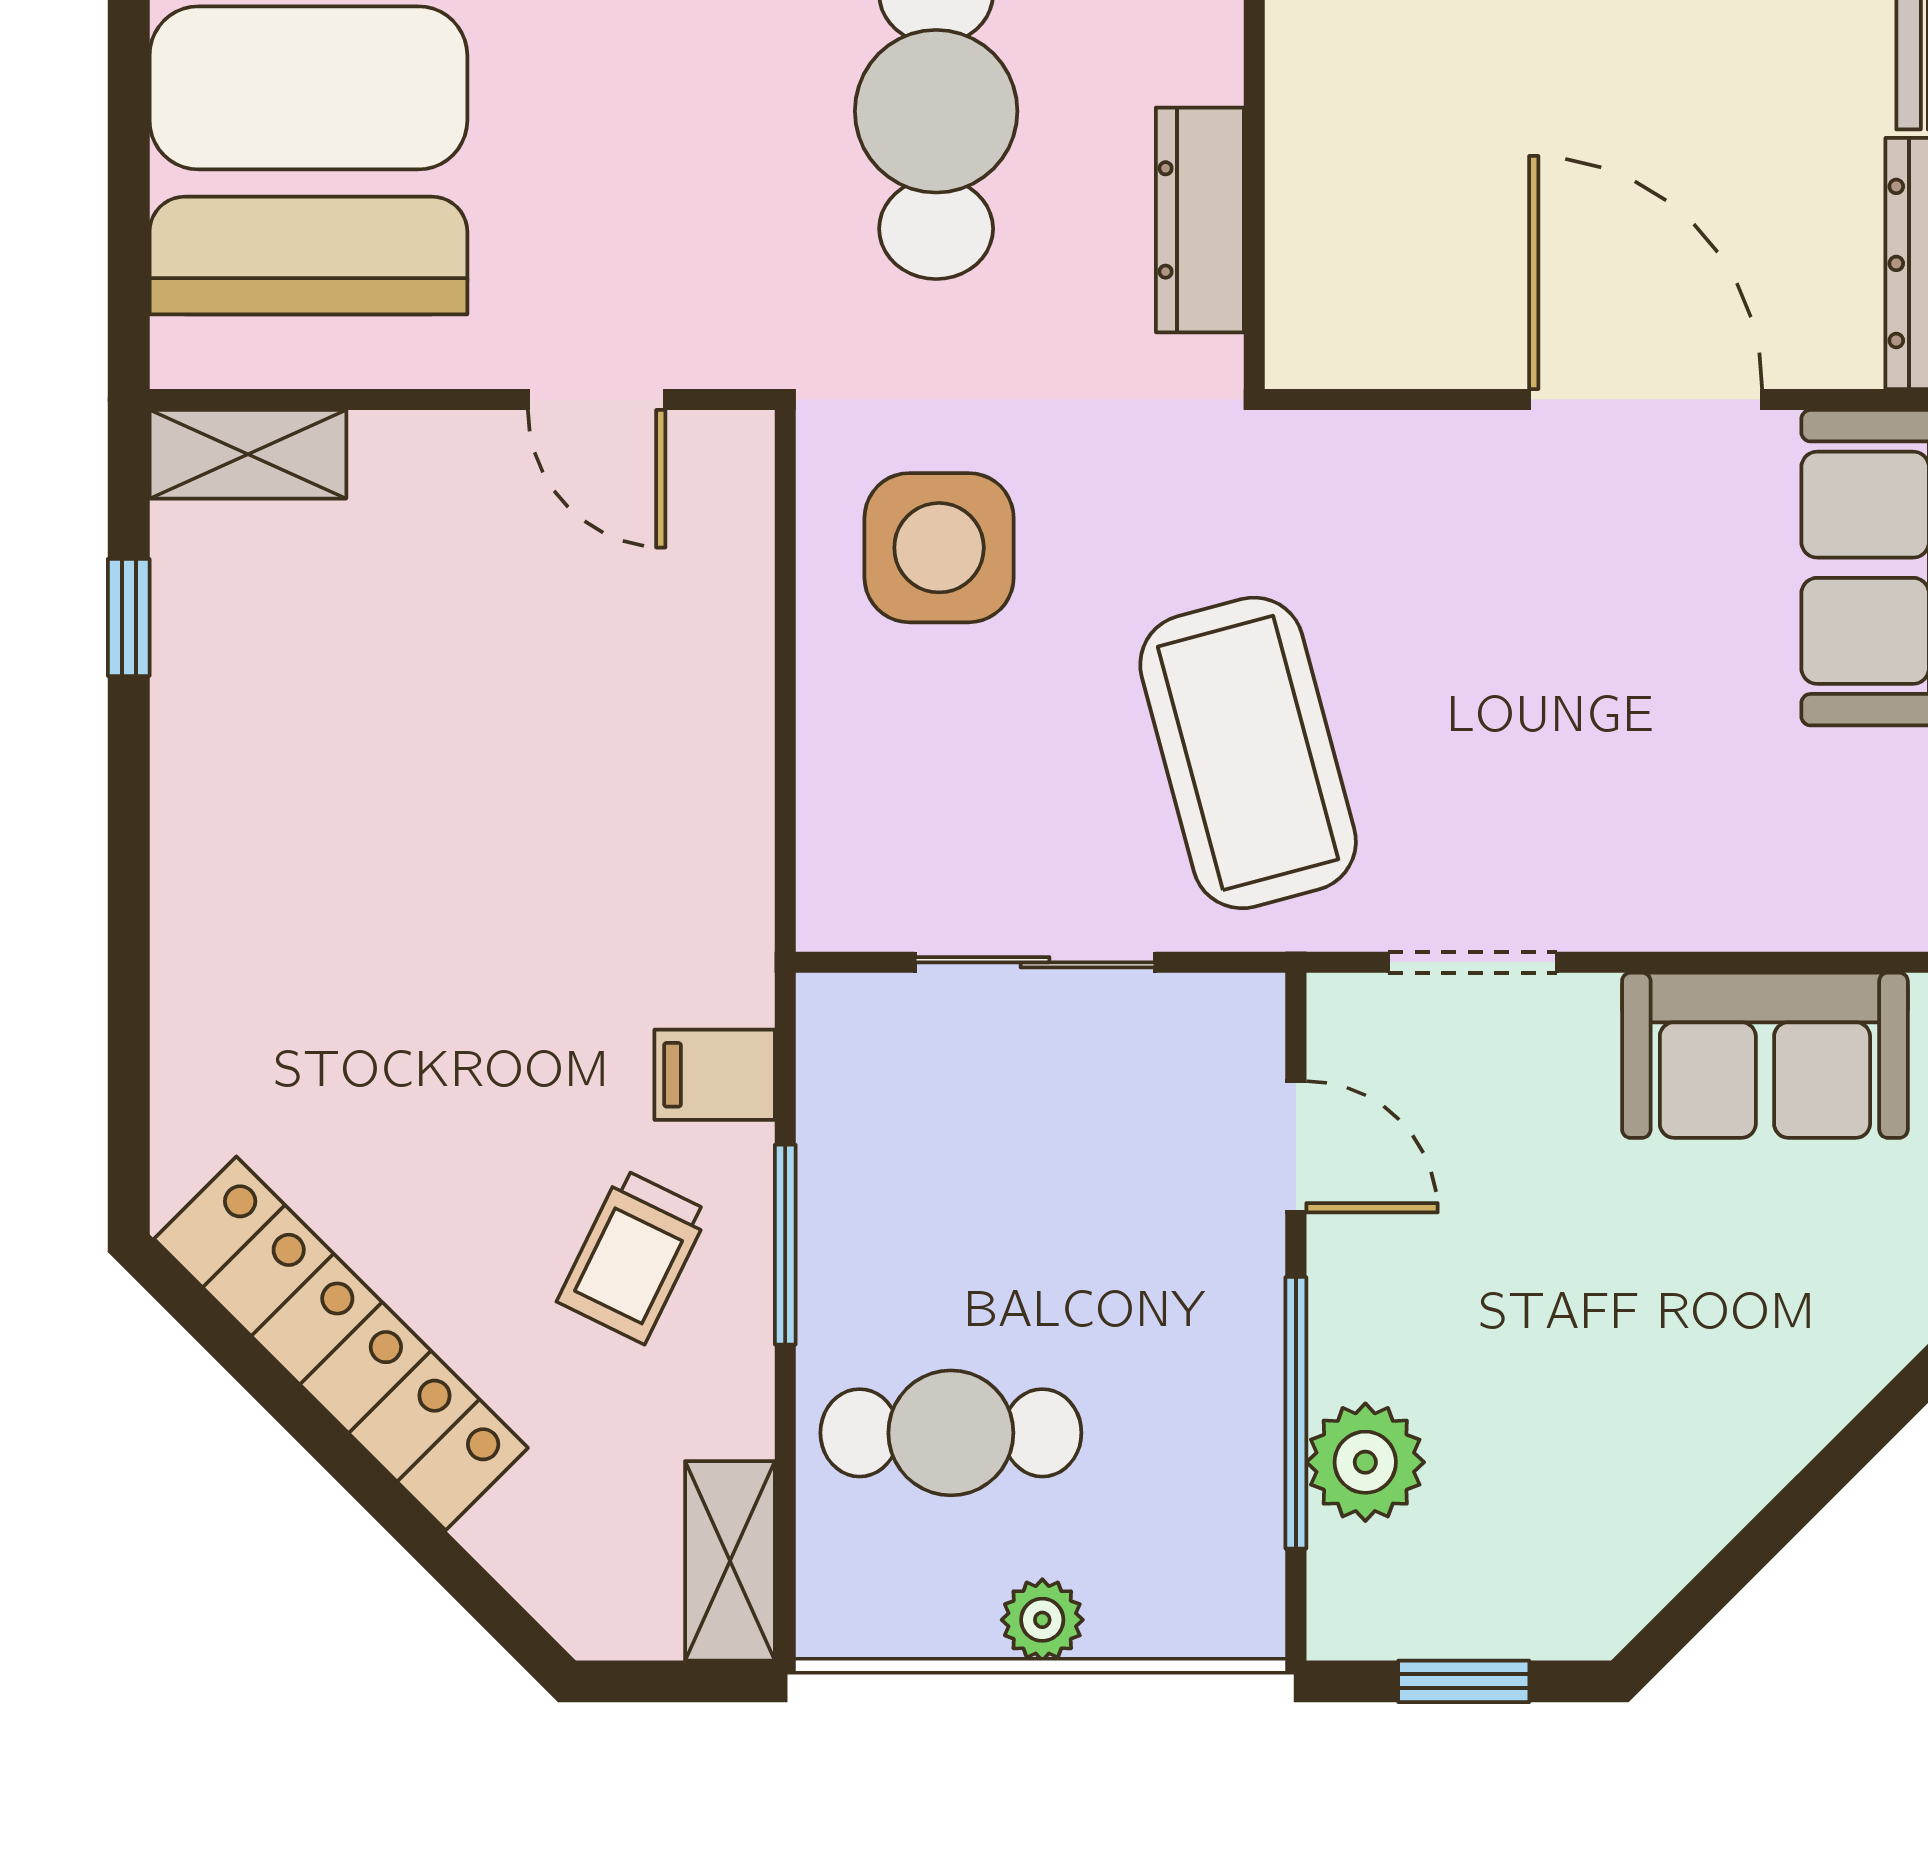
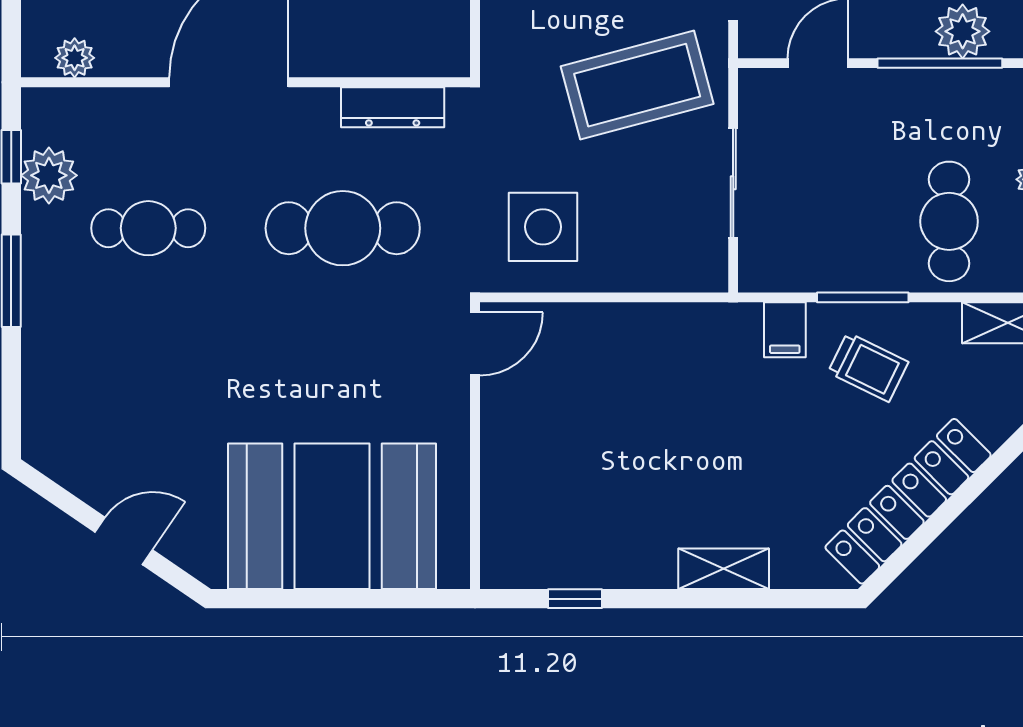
door: (597, 400) -> (475, 344), moved
shelving: (248, 454) -> (724, 569), moved, turned 90

